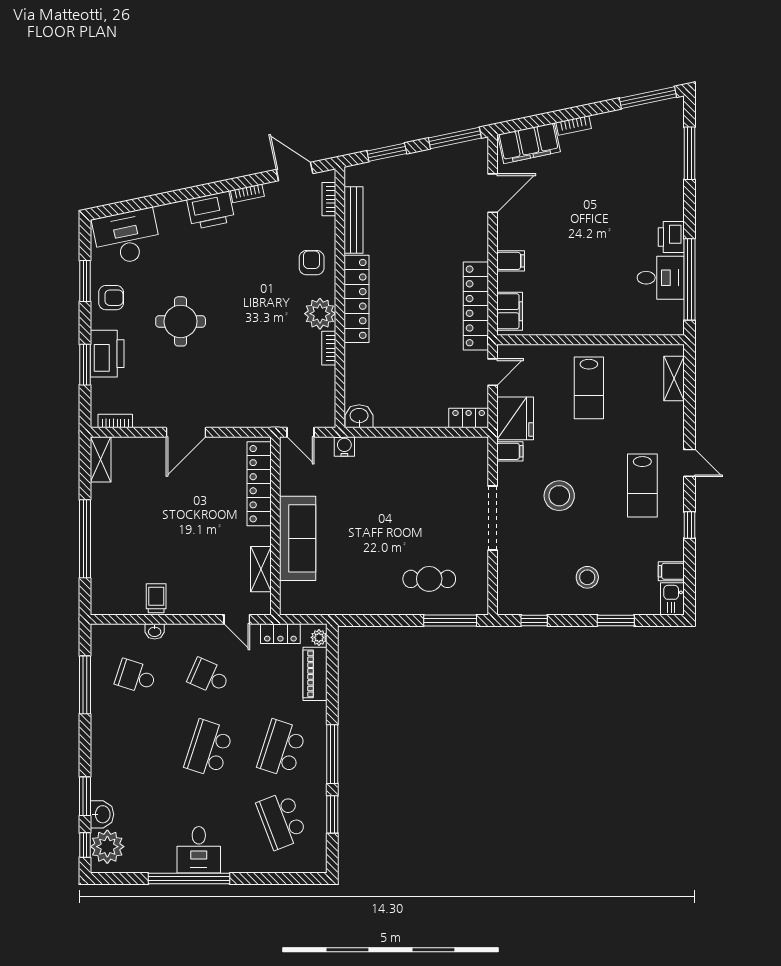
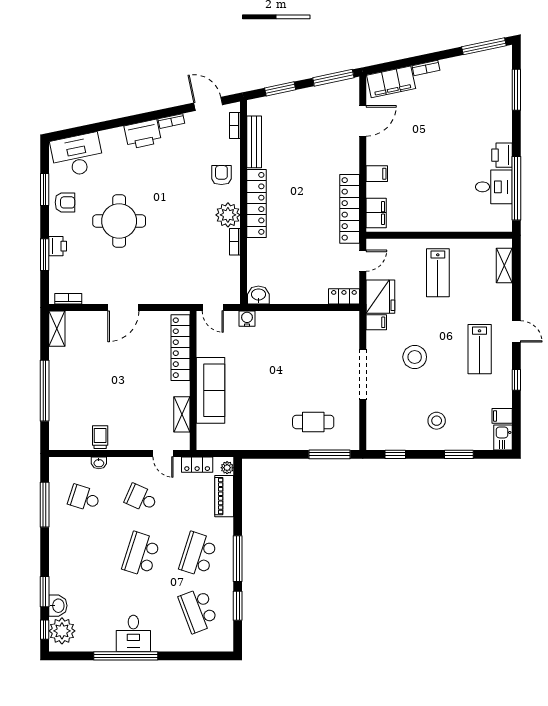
round table: (181, 321) -> (119, 221), width x1.36, depth x1.36
printer: (107, 354) -> (58, 246), width x0.53, depth x0.68

